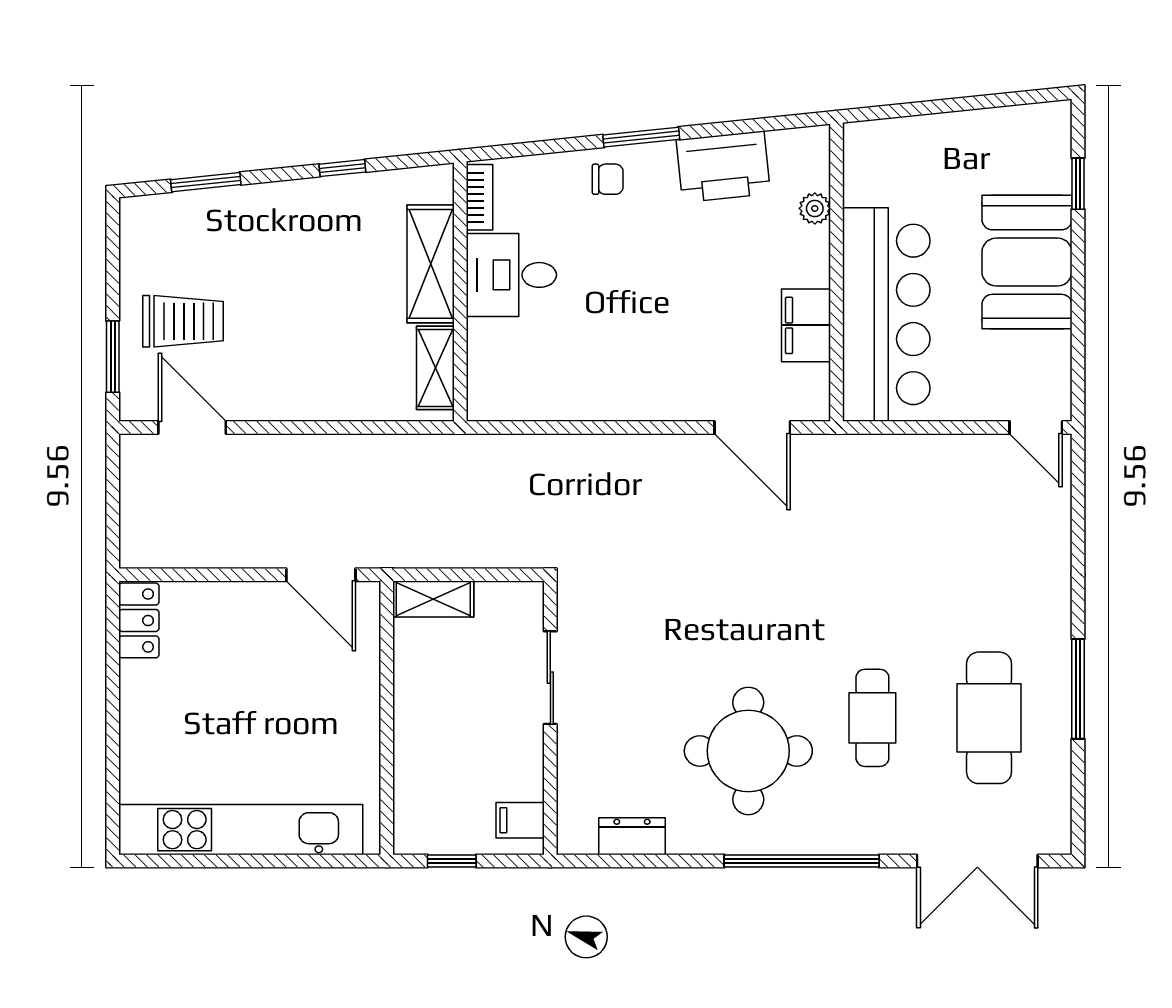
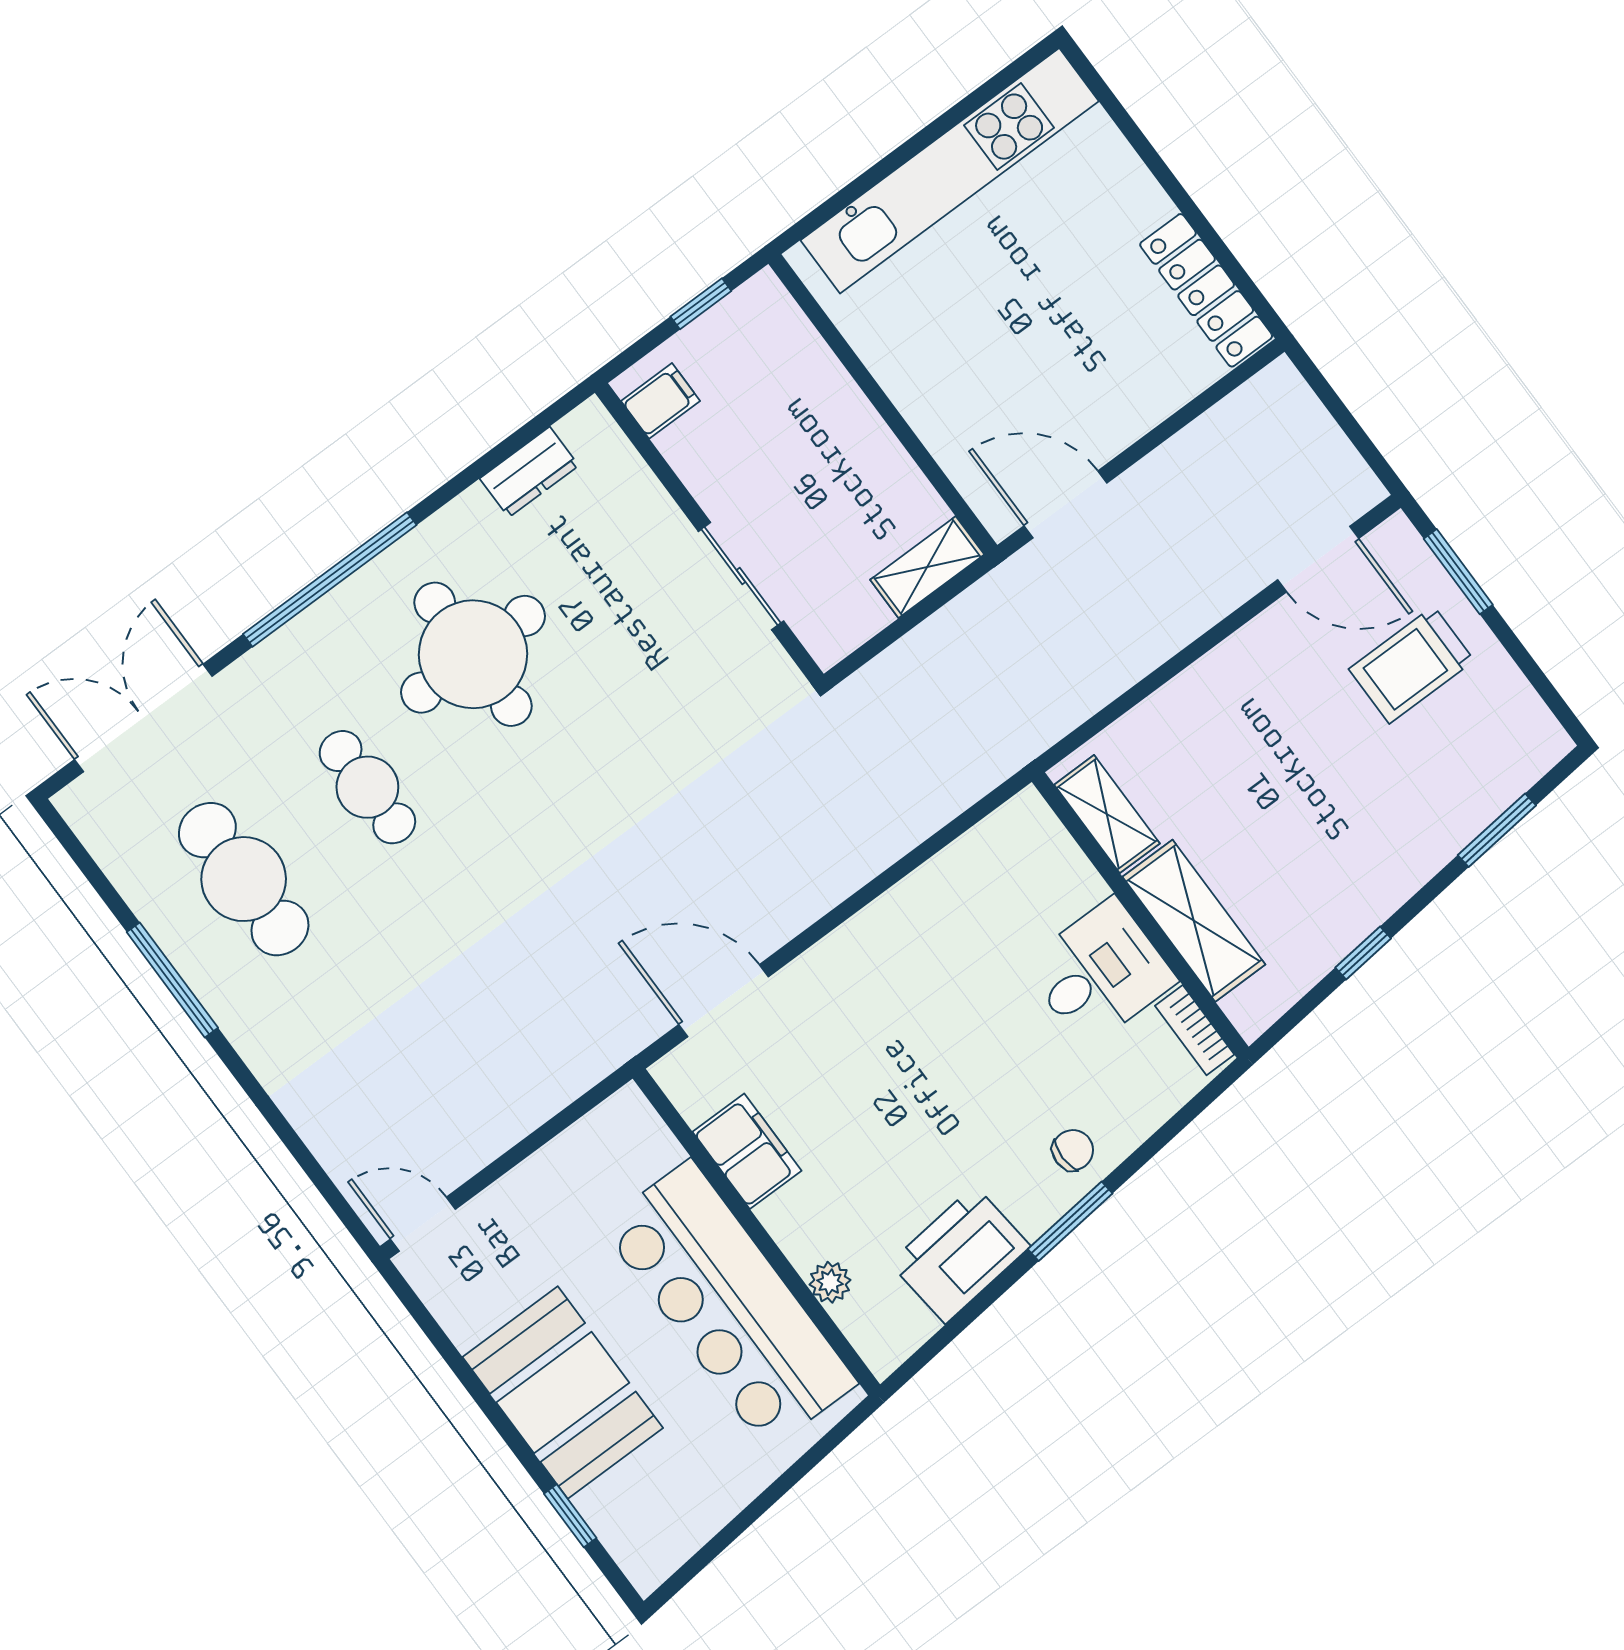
chair: (608, 179) -> (1073, 1150), turned 180
bar counter: (886, 314) -> (729, 1305), moved
locker: (139, 620) -> (1206, 290), width x1.53

